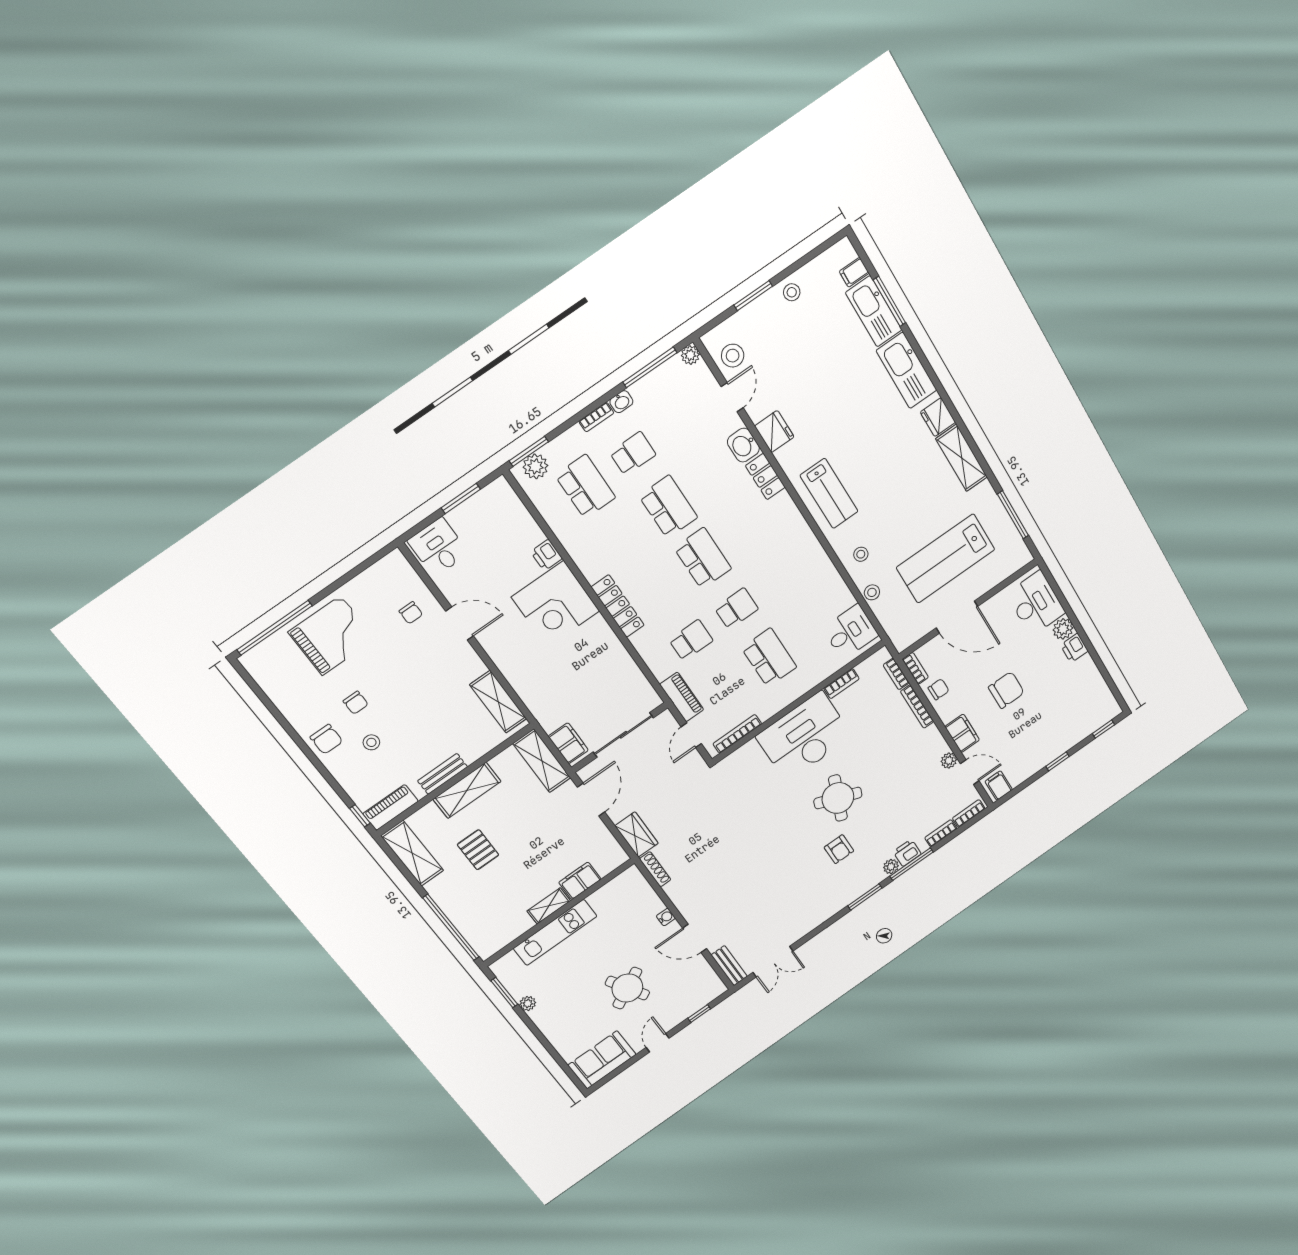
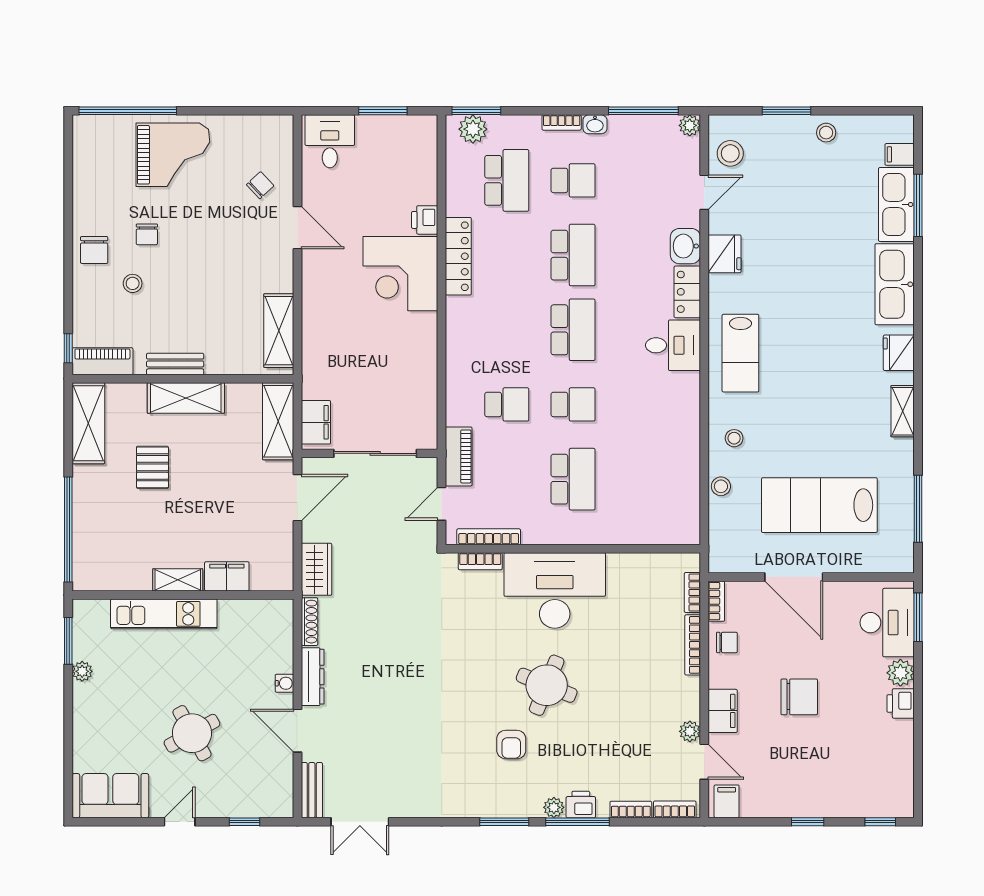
shelving: (962, 458) -> (903, 411), width x0.67, depth x0.75
window: (1054, 586) -> (918, 617), added
locker: (618, 606) -> (458, 256), moved
chair: (411, 613) -> (260, 185), turned -133
desk: (850, 632) -> (673, 345), moved
bookcase: (842, 684) -> (480, 561), moved
dresser: (681, 900) -> (313, 677), added

